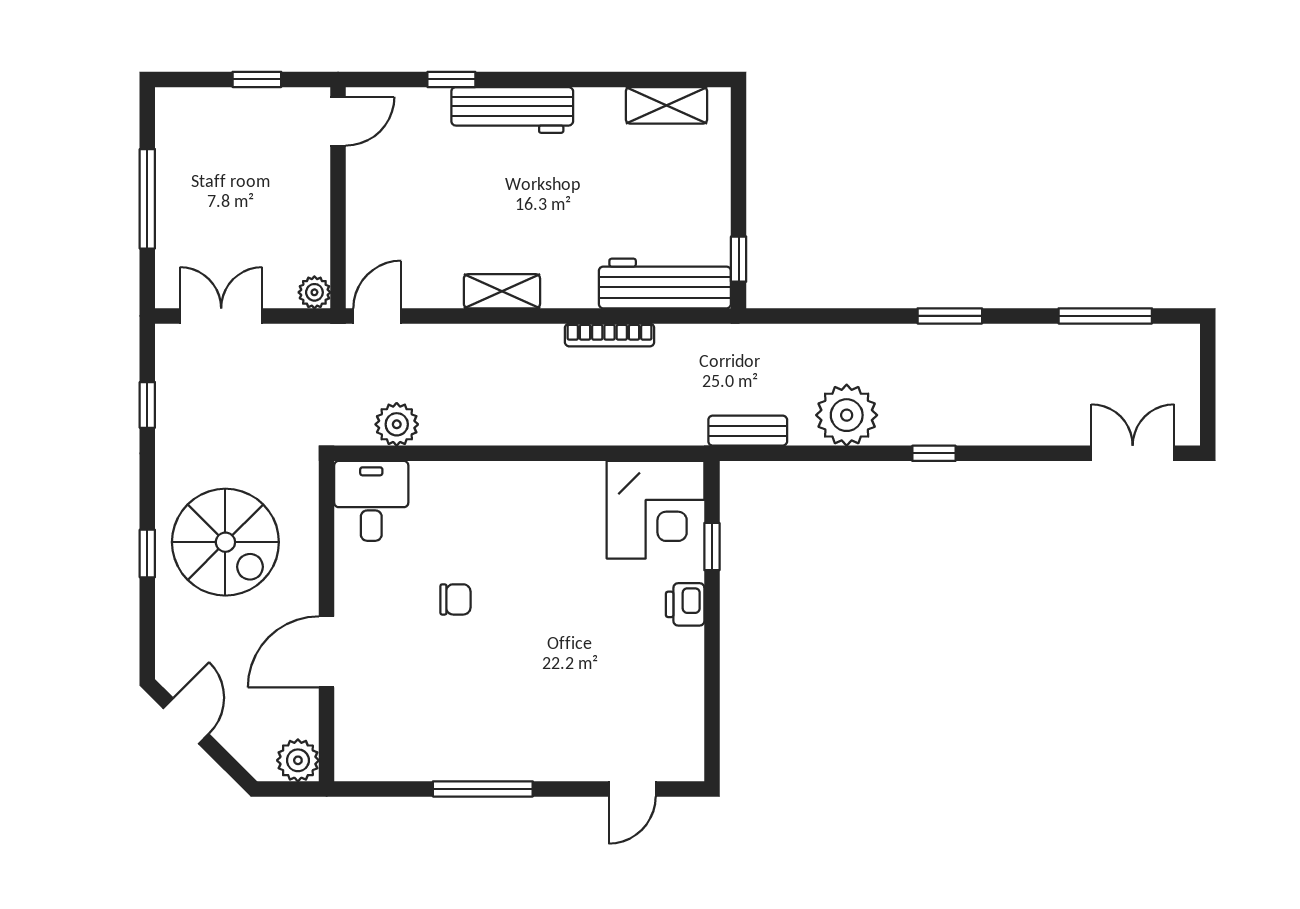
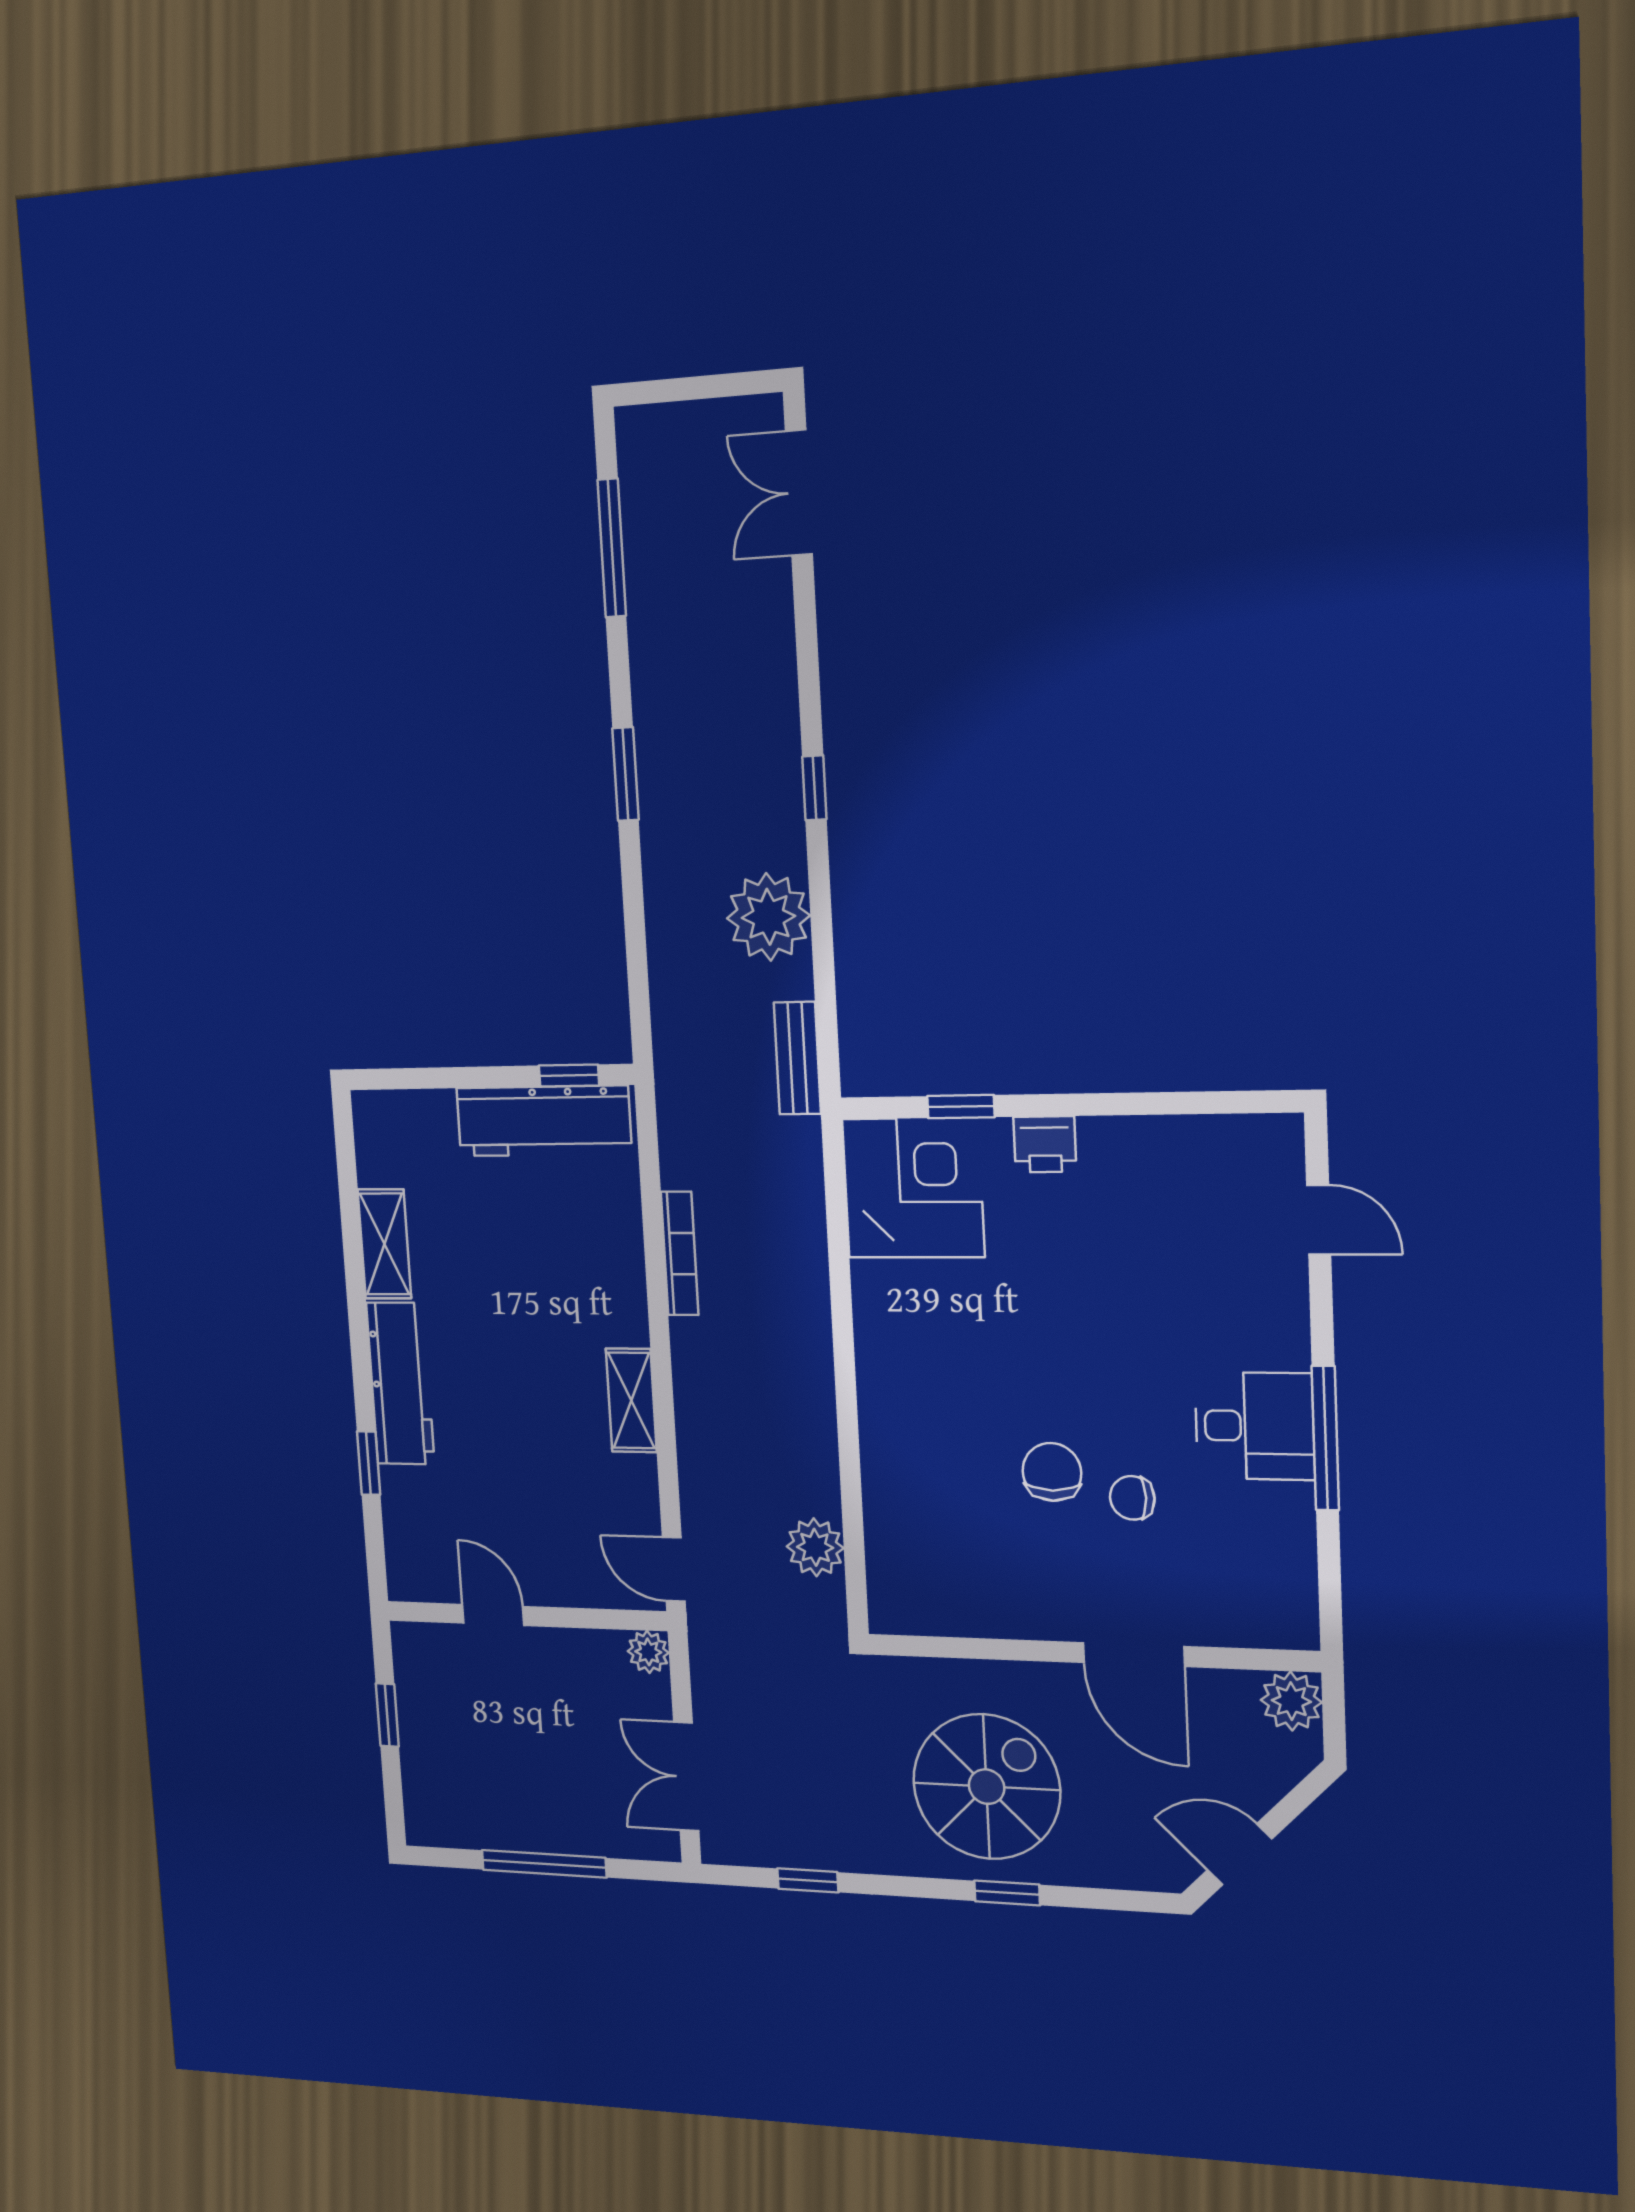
shelving: (667, 105) -> (384, 1244), moved
door: (338, 121) -> (493, 1615), moved
workbench: (665, 283) -> (544, 1121), moved, turned -90
desk: (371, 501) -> (1255, 1426), moved, turned 180
chair: (456, 599) -> (1052, 1472), width x1.37, depth x1.37
chair: (438, 655) -> (1132, 1498), added

